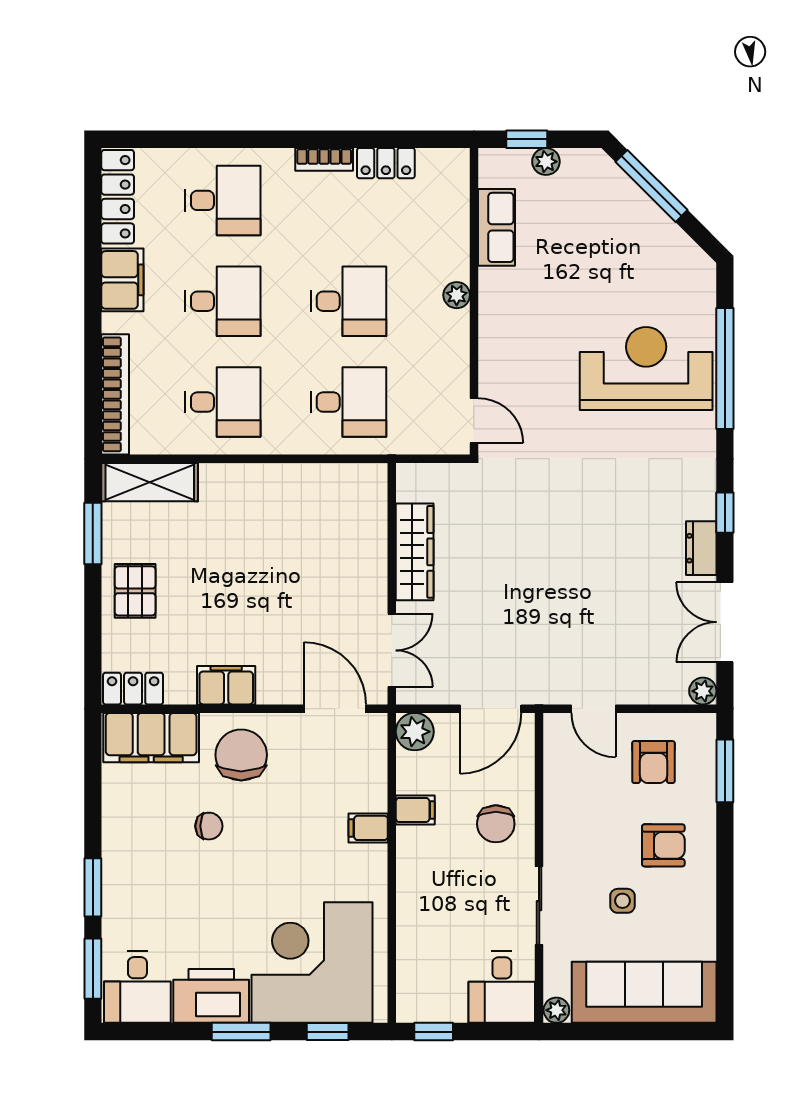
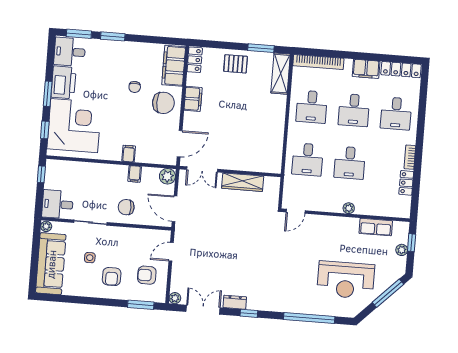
reception desk: (646, 368) -> (346, 280), moved, turned 90

